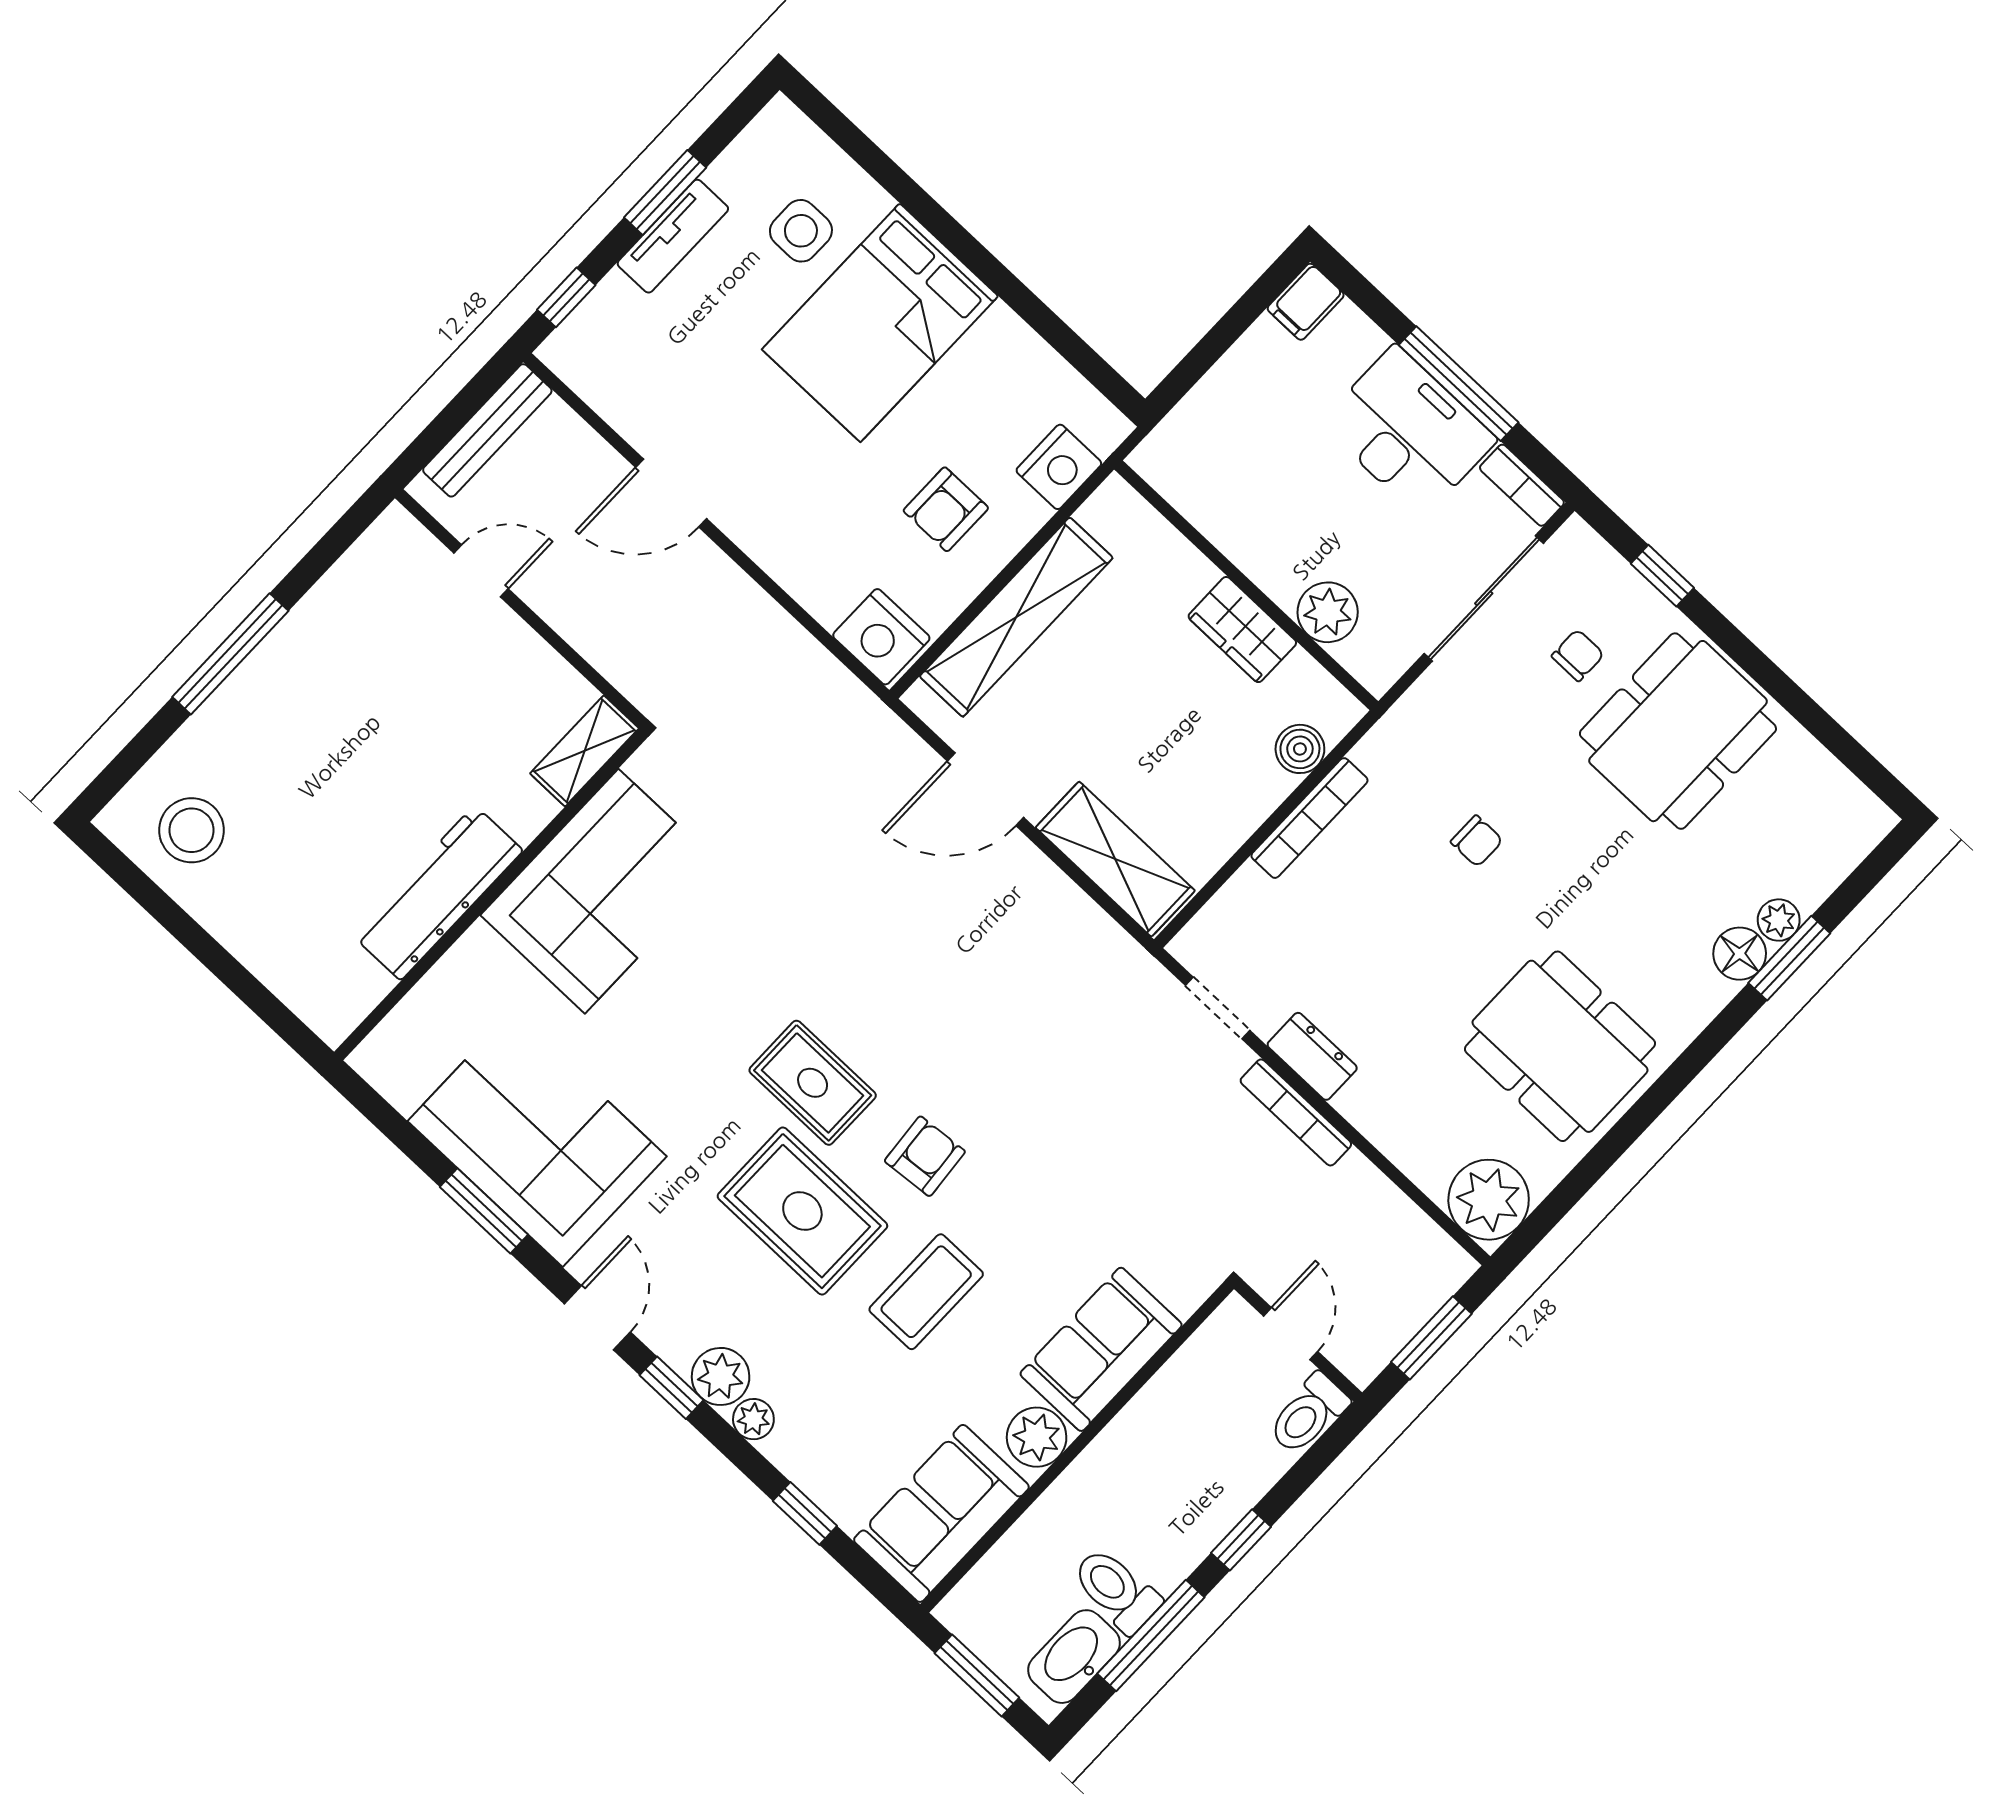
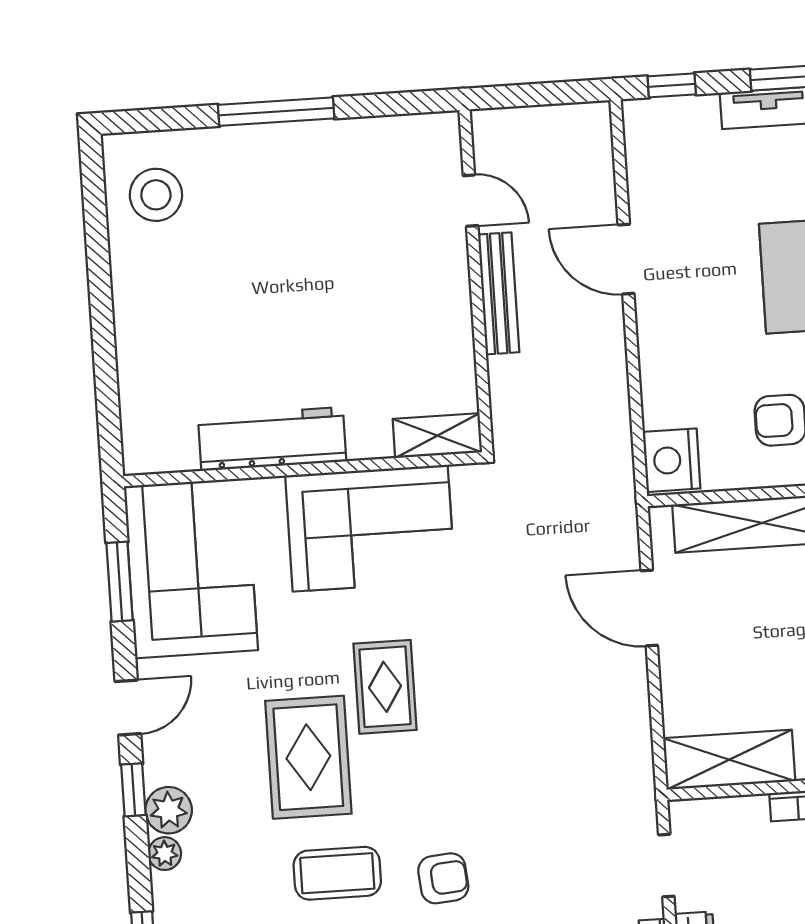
bench: (487, 430) -> (499, 293), moved, turned 90
shelving: (584, 751) -> (437, 436), moved
shelving: (1115, 859) -> (729, 760), moved, turned 90
corner sofa: (602, 891) -> (370, 528), moved
workbench: (438, 893) -> (272, 439), moved
wall: (491, 894) -> (303, 469), moved
armchair: (925, 1156) -> (443, 878), moved

